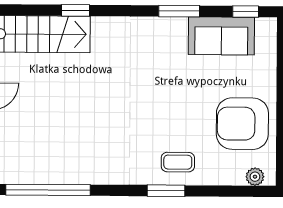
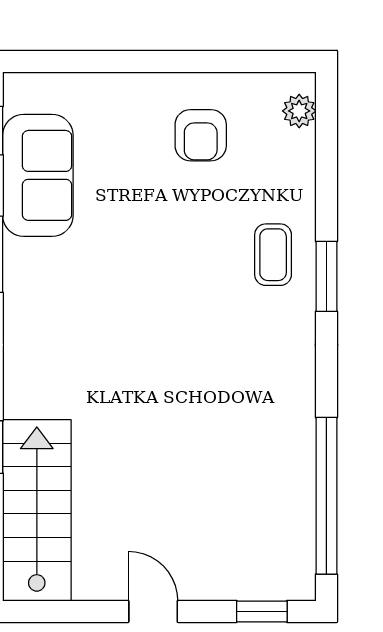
armchair: (242, 124) -> (201, 135), width x0.53, depth x0.53

